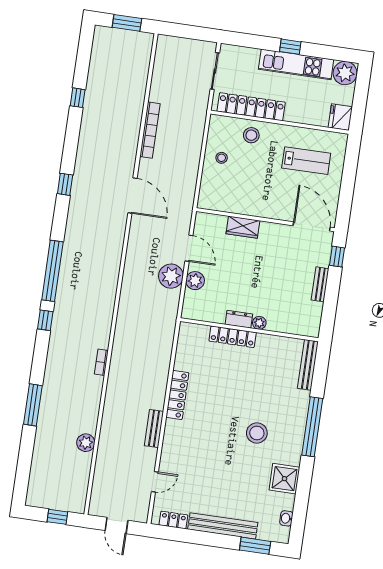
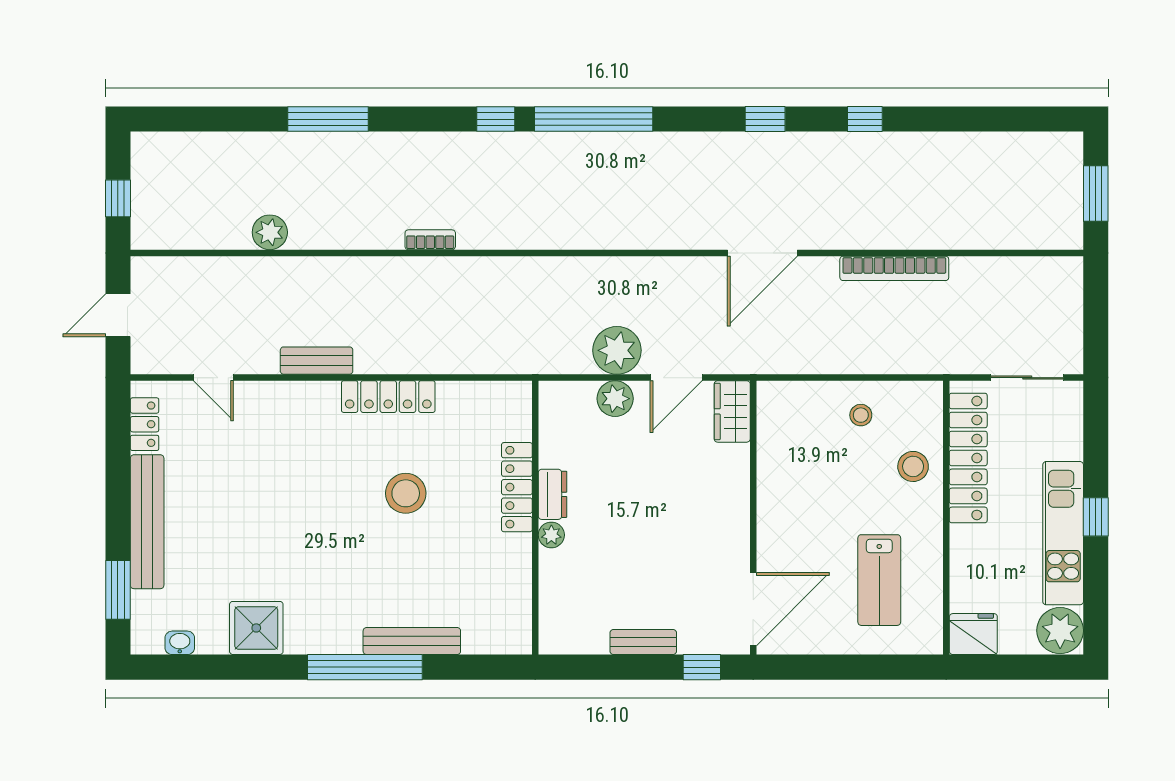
window: (78, 98) -> (865, 119), moved
wardrobe: (243, 227) -> (732, 411), moved
bench: (308, 365) -> (412, 641), moved
stool: (257, 433) -> (406, 493), moved

